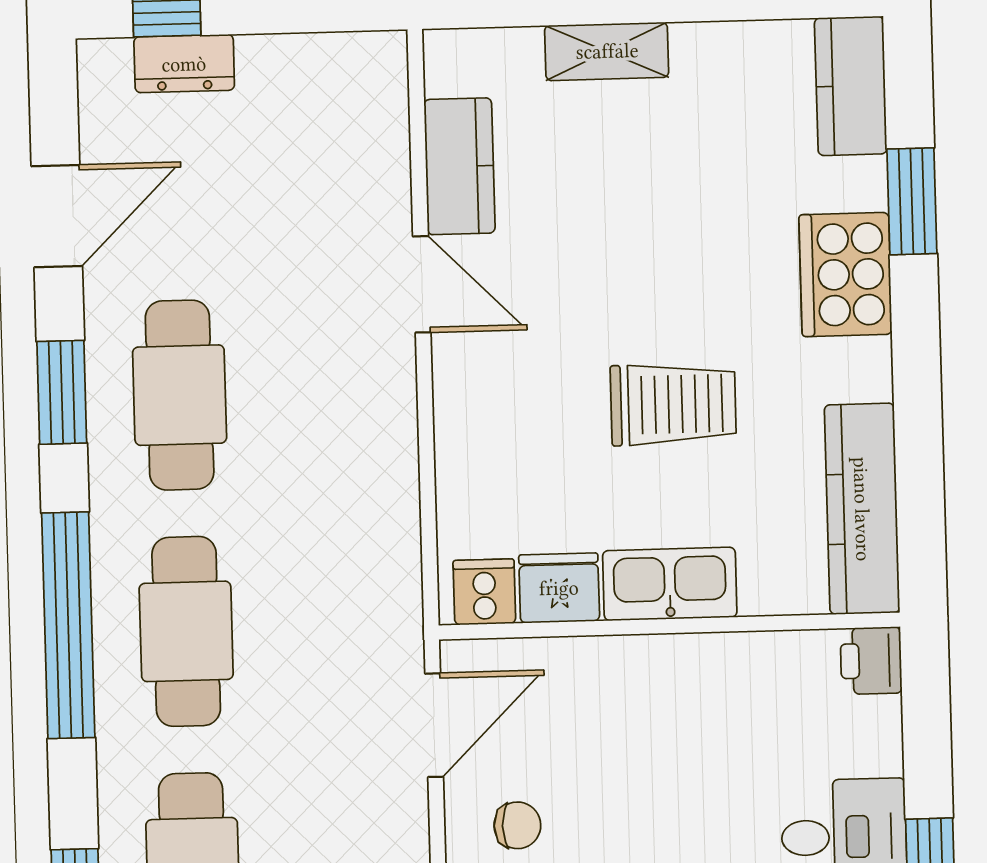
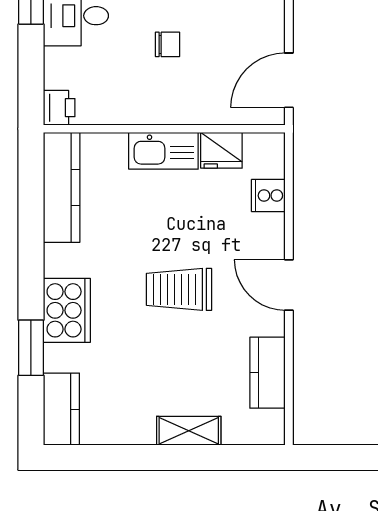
door: (422, 284) -> (289, 285), moved
trolley: (673, 404) -> (179, 289), moved
cooker: (484, 592) -> (268, 196), moved, turned 90
chair: (517, 825) -> (168, 44), moved, turned 180

